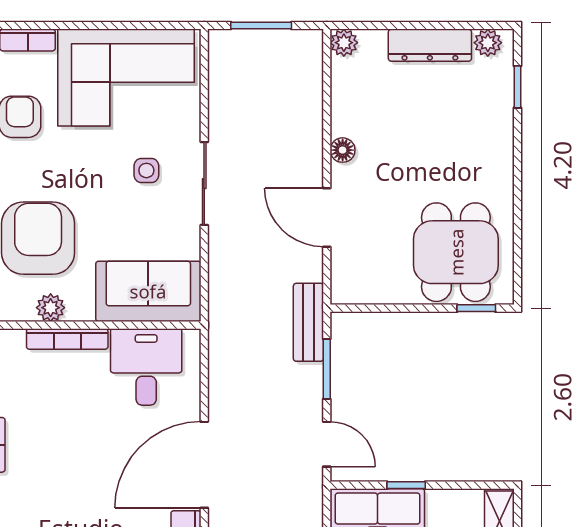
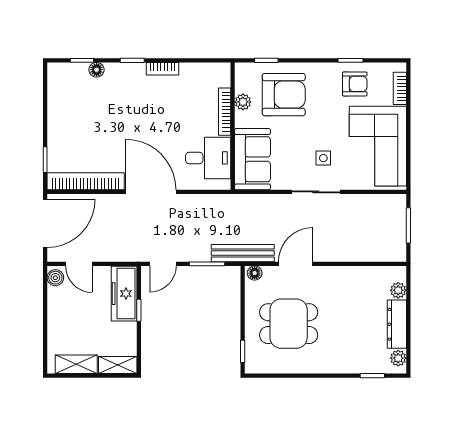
plant: (344, 43) -> (398, 290), moved
floor lamp: (343, 150) -> (255, 273), moved
dining table: (456, 252) -> (289, 324), moved
bench: (308, 322) -> (243, 253), width x1.36

